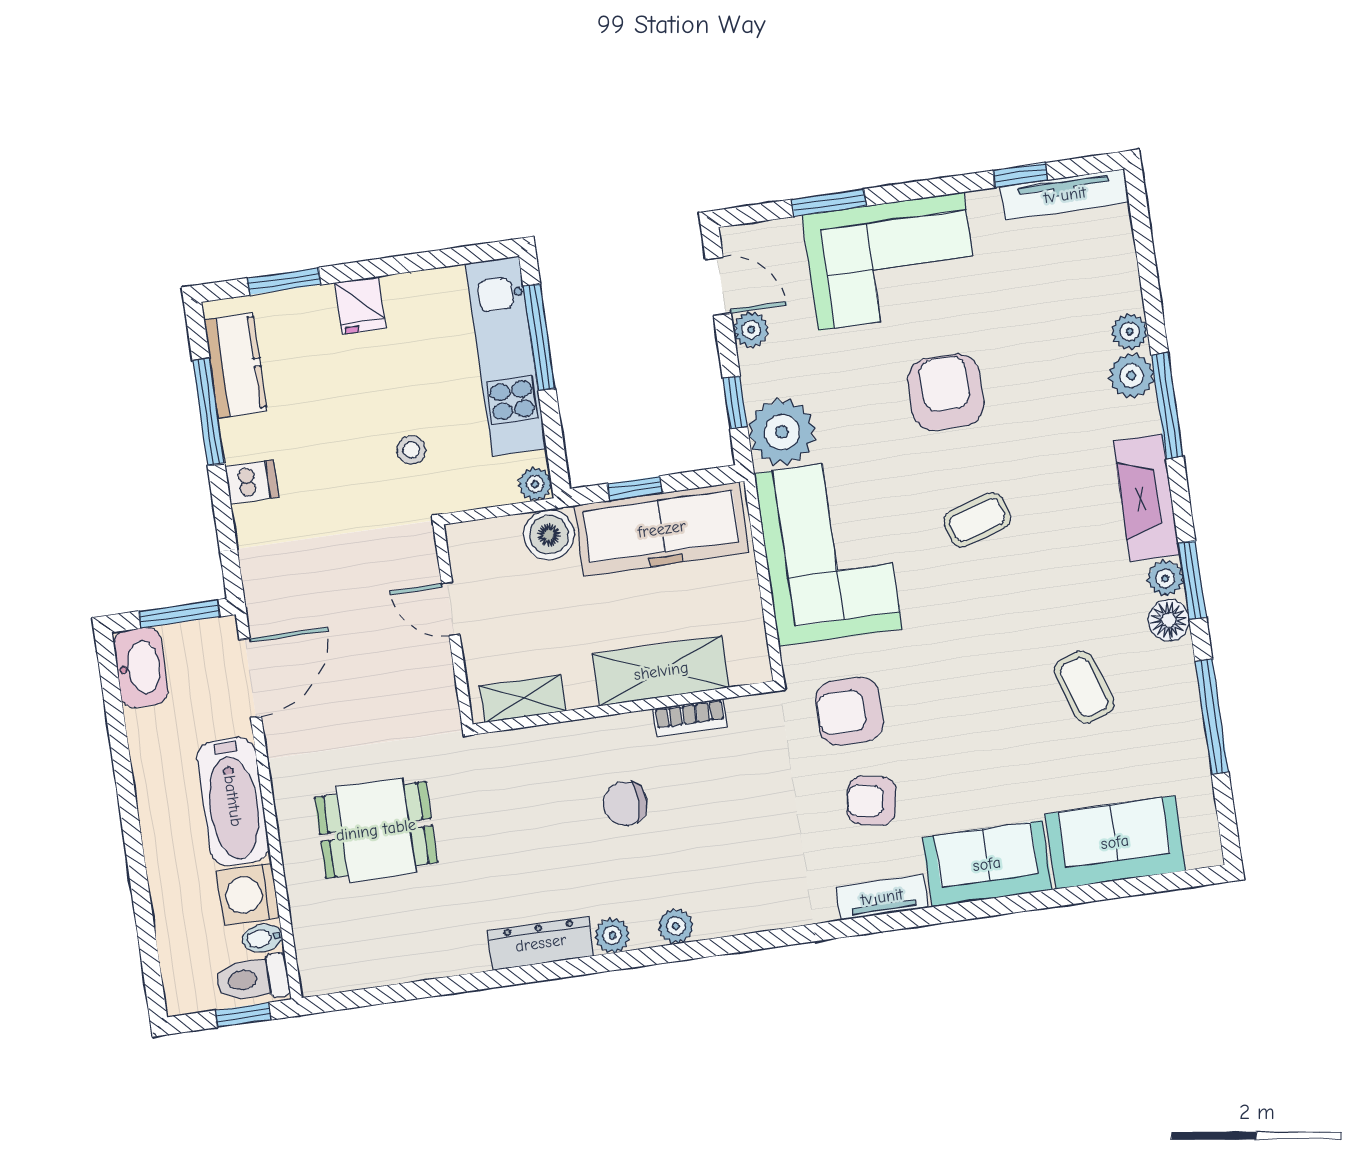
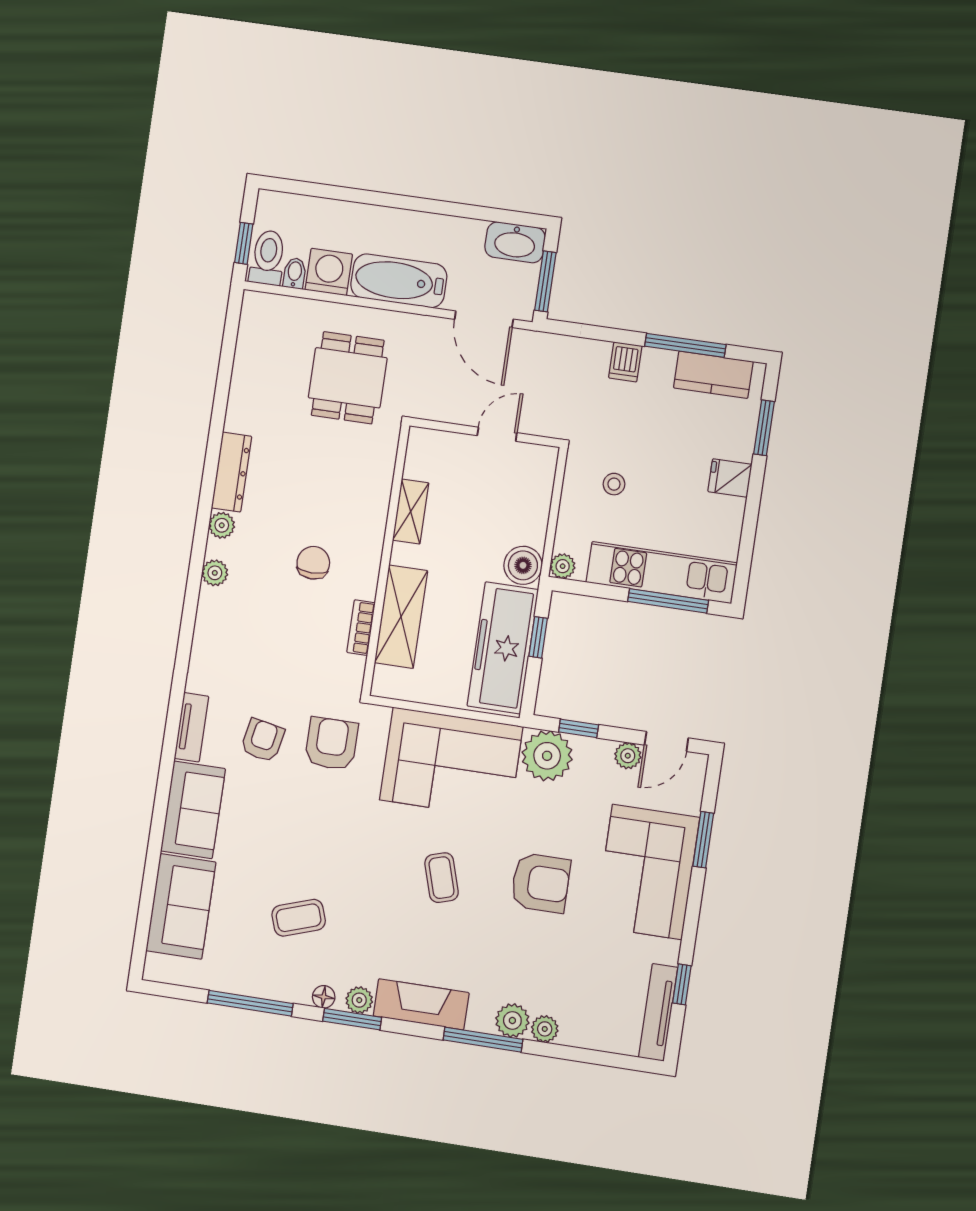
door: (451, 609) -> (497, 434), moved
floor lamp: (1169, 620) -> (324, 997), width x0.73, depth x0.73
wall: (453, 625) -> (485, 432), moved

